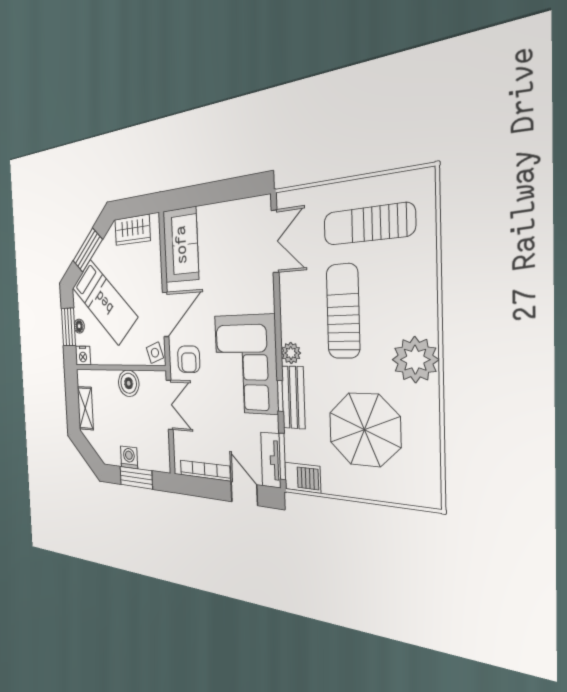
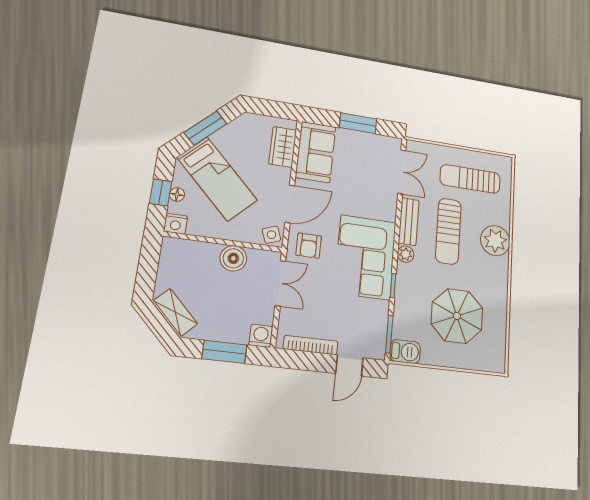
window: (218, 192) -> (358, 123), added
wardrobe: (132, 230) -> (283, 147), moved, turned 90
sun lounger: (343, 311) -> (448, 231), turned 180
window: (68, 327) -> (161, 193), width x0.67
plant: (415, 360) -> (495, 241), moved
bench: (293, 397) -> (409, 222), moved
shelving: (85, 408) -> (175, 312), moved, turned -45
washing machine: (129, 457) -> (261, 336), moved
tv unit: (271, 460) -> (379, 337), removed
door: (244, 493) -> (349, 365), swing flipped

